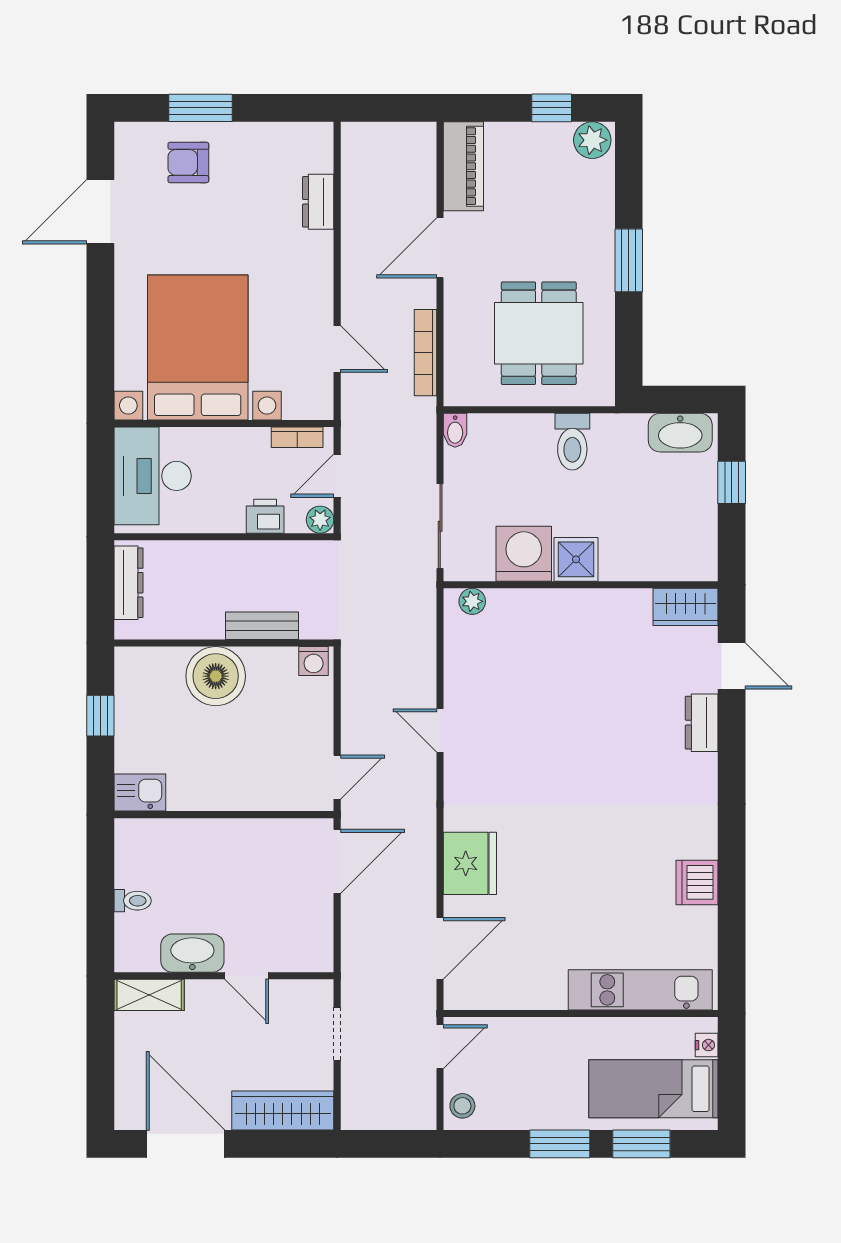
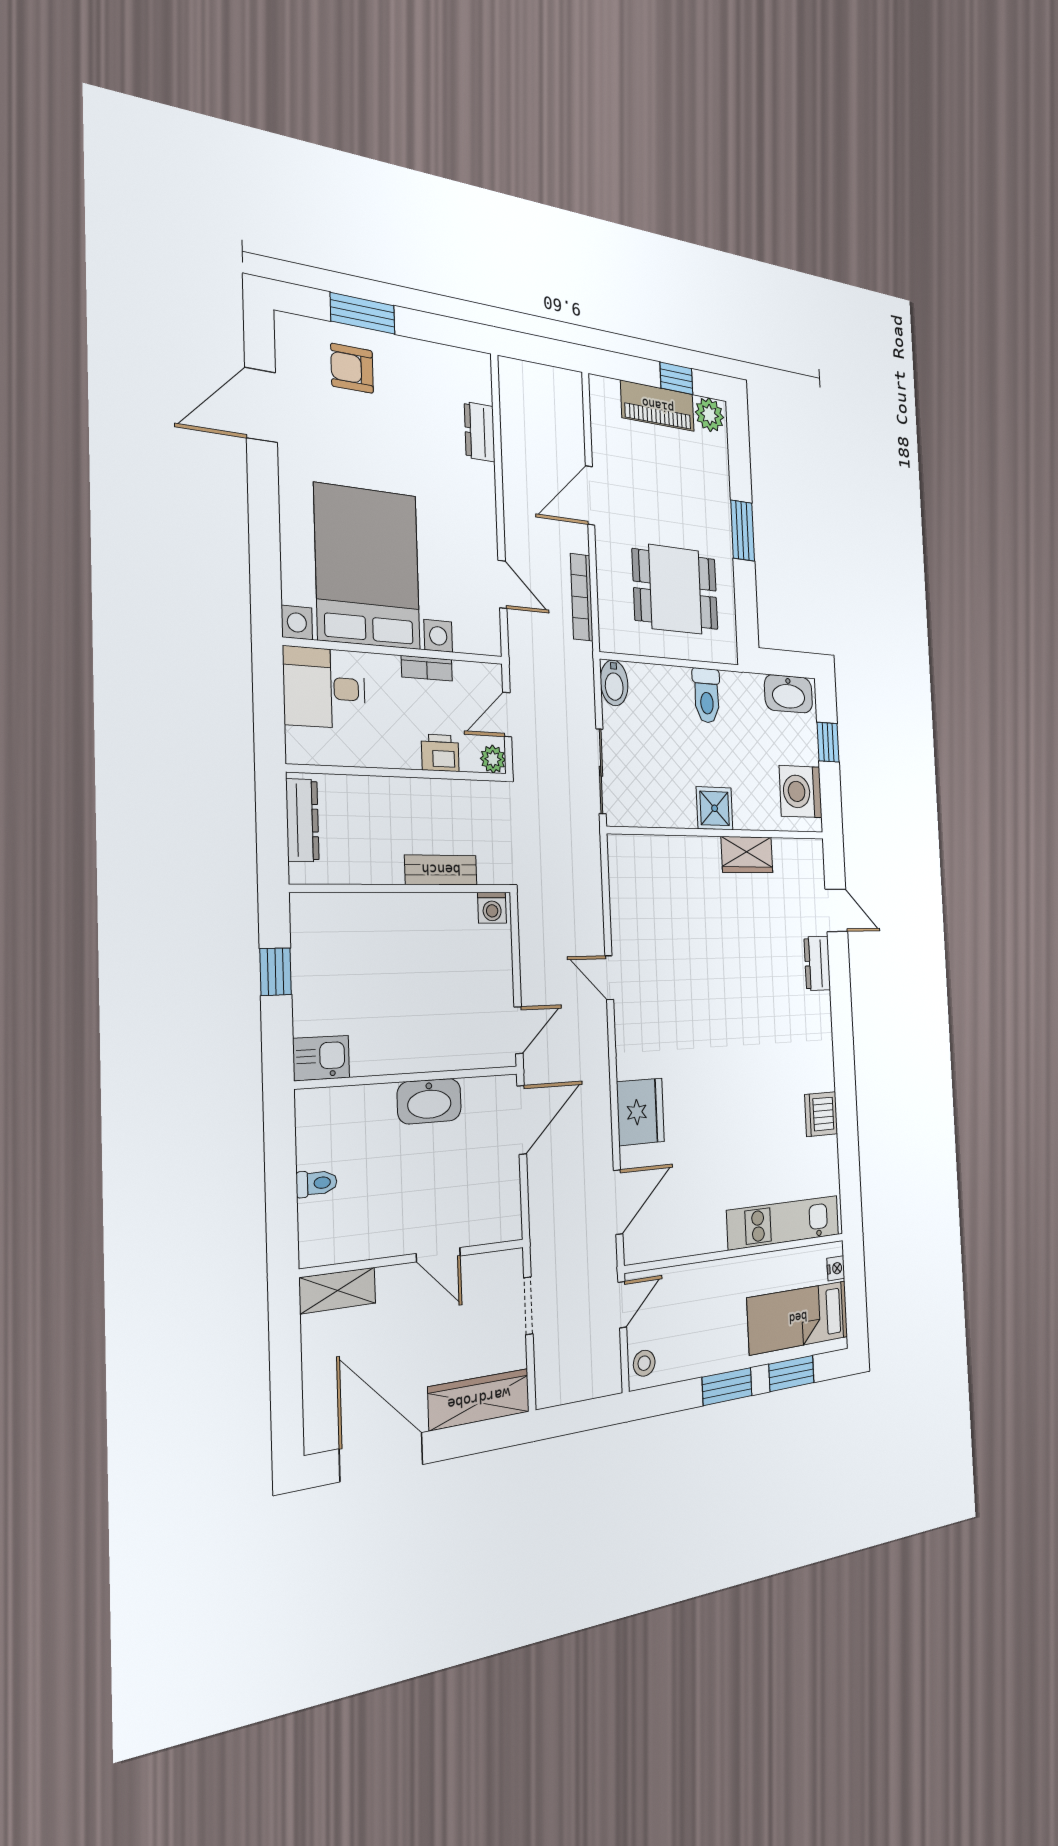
piano: (463, 166) -> (658, 406), moved, turned 90
dining table: (539, 333) -> (675, 589), turned 90
bidet: (455, 430) -> (614, 683), width x1.38, depth x1.36
bookcase: (297, 437) -> (427, 668), moved
desk: (153, 476) -> (324, 688), width x0.73
washing machine: (524, 554) -> (801, 792), moved, turned -90
plant: (472, 601) -> (632, 847), removed
wardrobe: (686, 607) -> (747, 855), moved
boiler: (216, 676) -> (397, 925), removed
washbasin: (192, 953) -> (429, 1101), moved, turned 180

